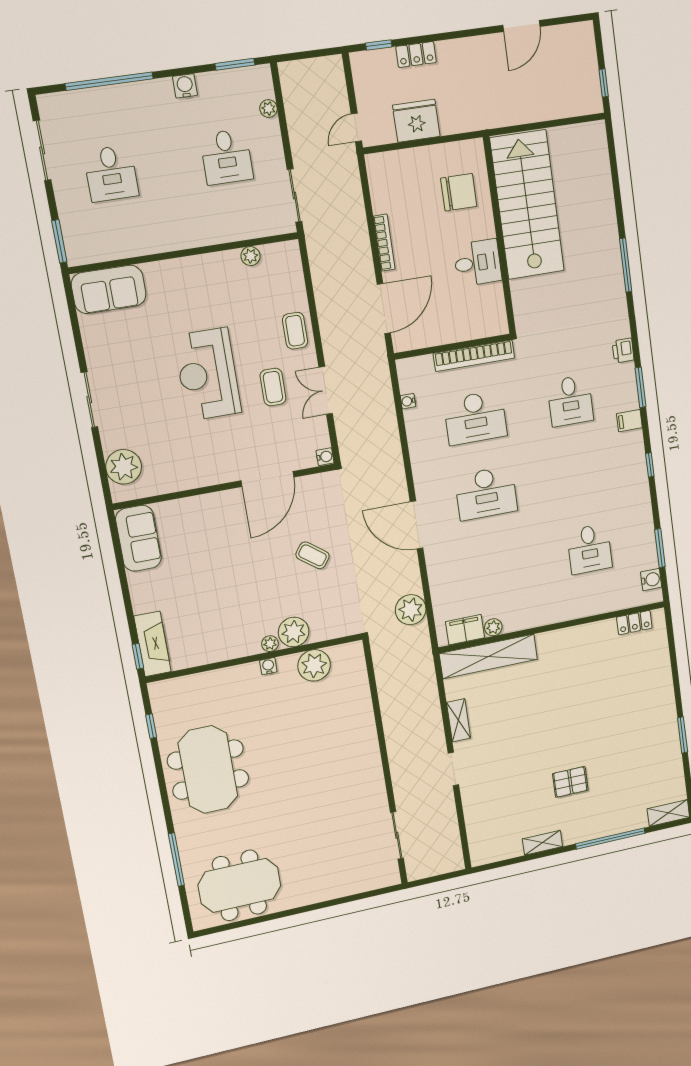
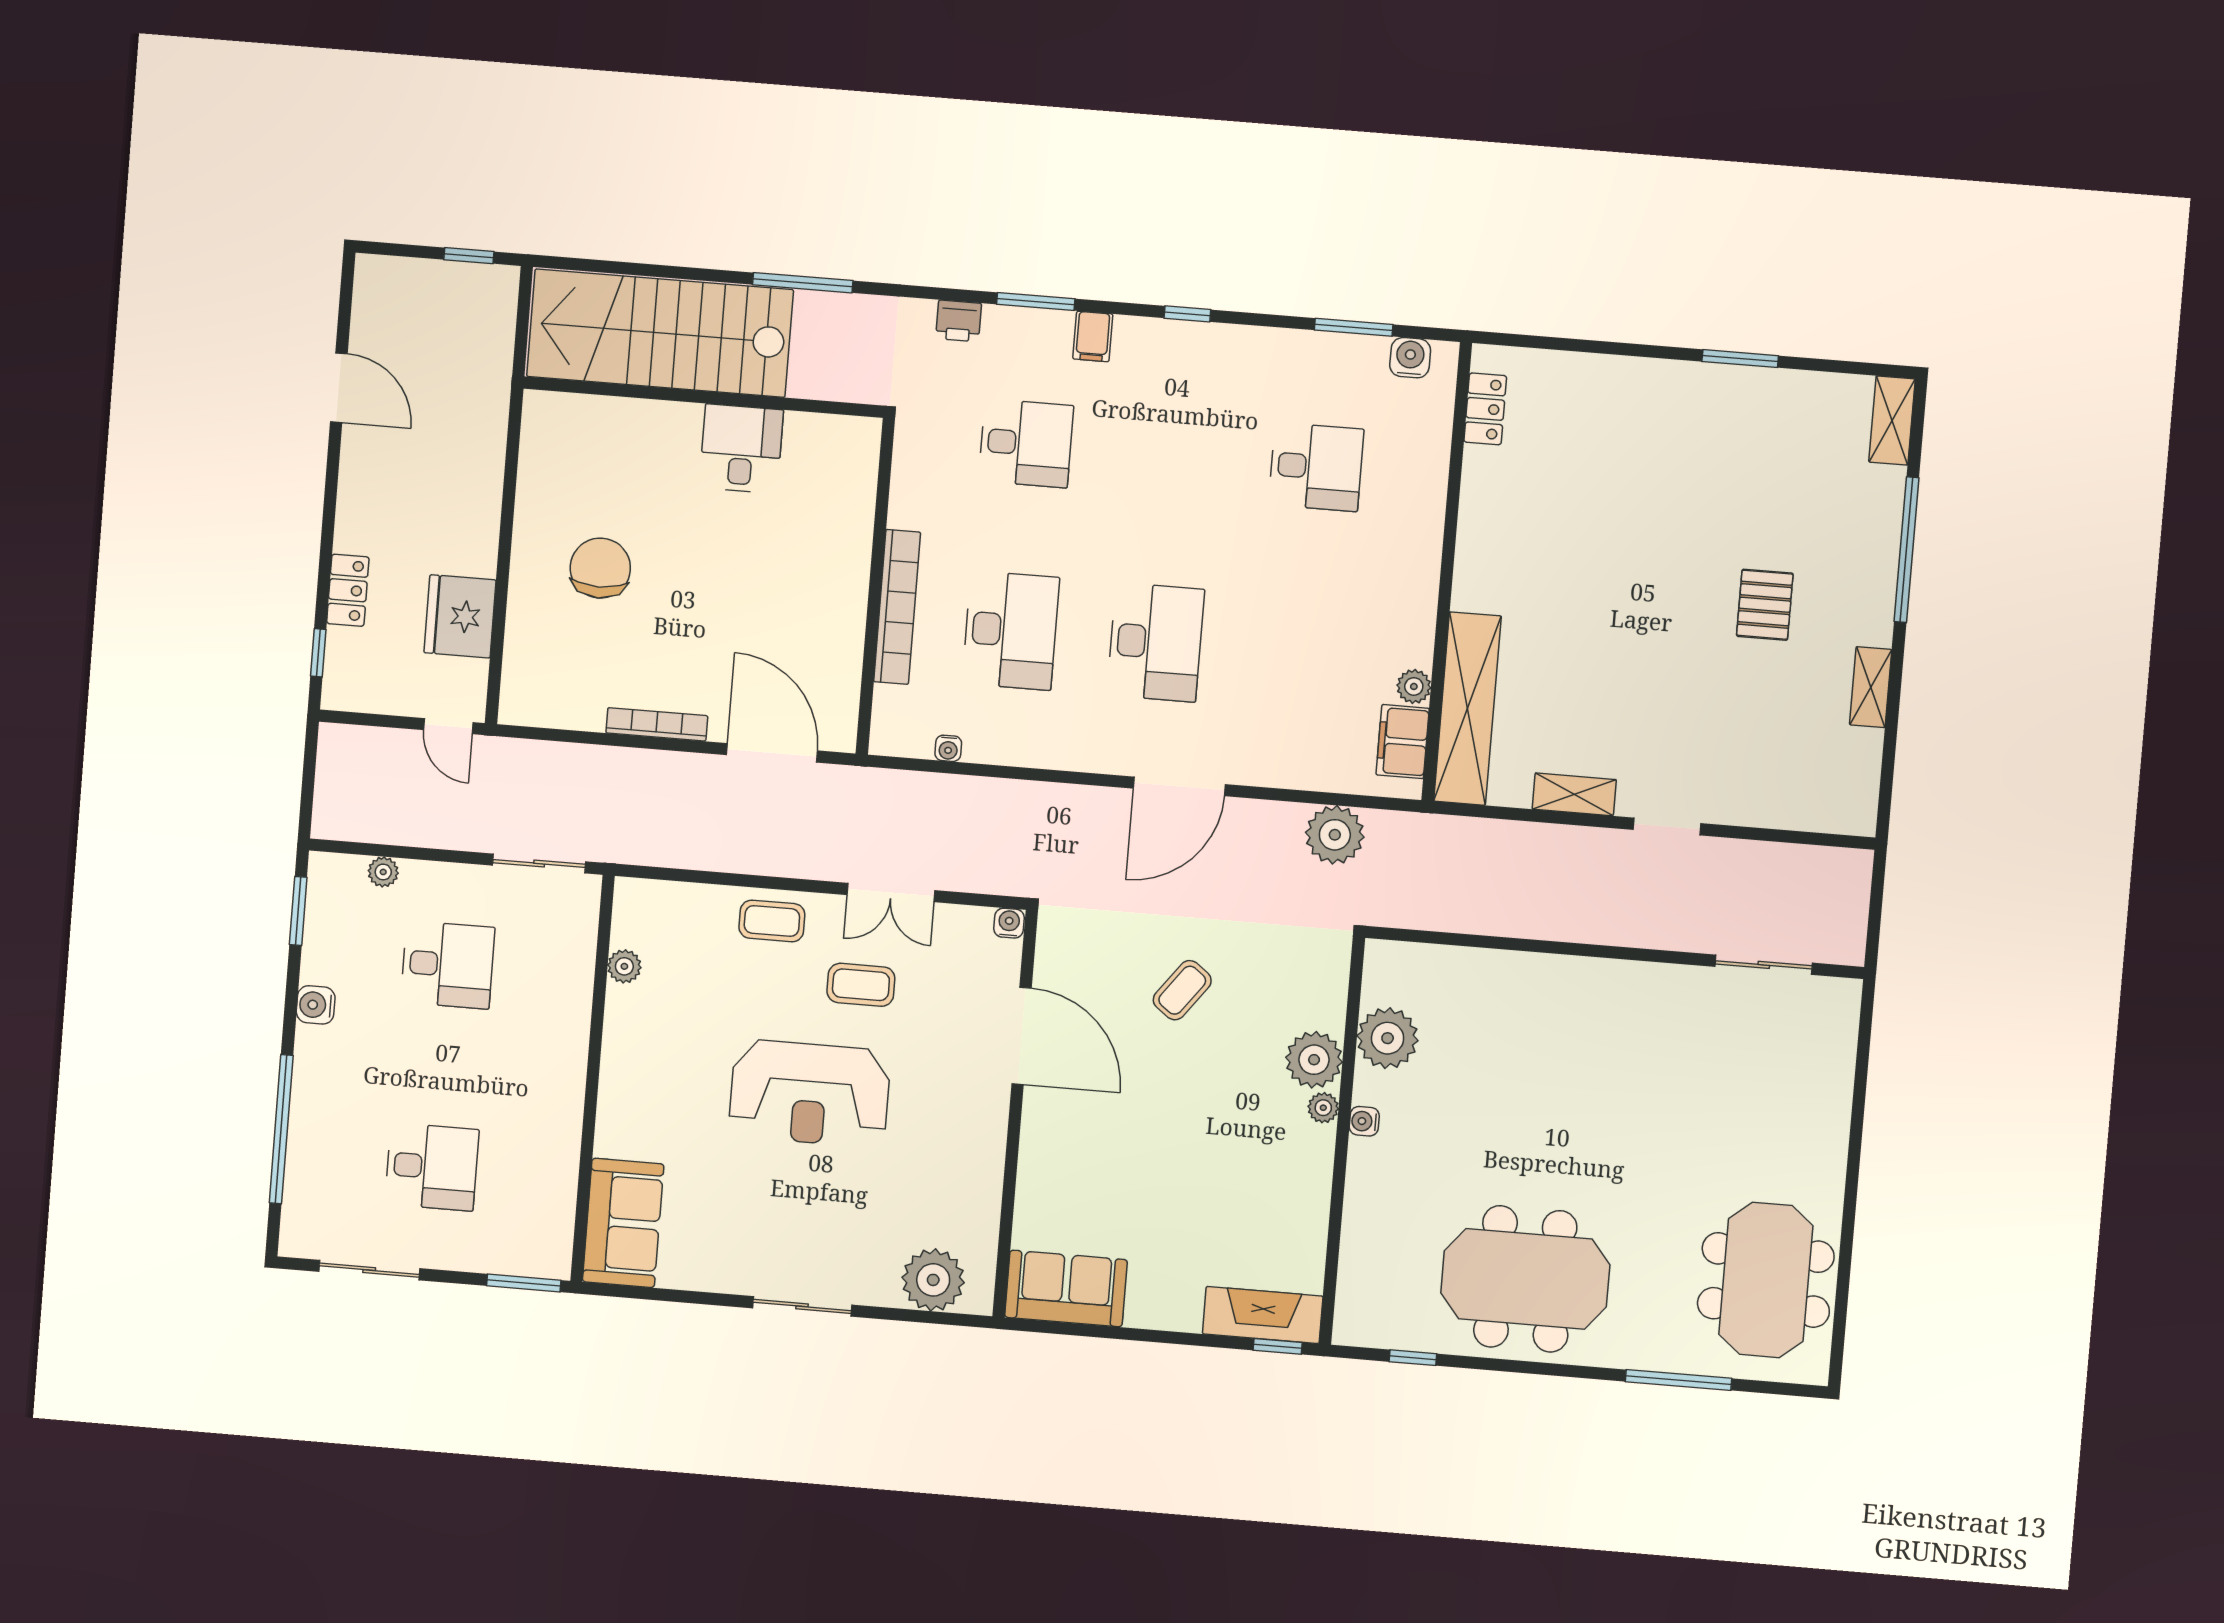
stairs: (527, 205) -> (660, 333), moved
wall: (500, 236) -> (703, 397), moved
desk: (478, 263) -> (741, 449), moved

